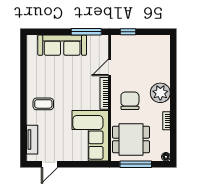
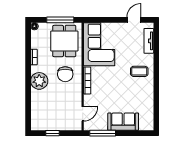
window: (128, 32) -> (53, 133), moved
sofa: (62, 45) -> (123, 122), width x0.73
door: (110, 67) -> (83, 114), moved
dining table: (131, 139) -> (64, 41), turned 90

